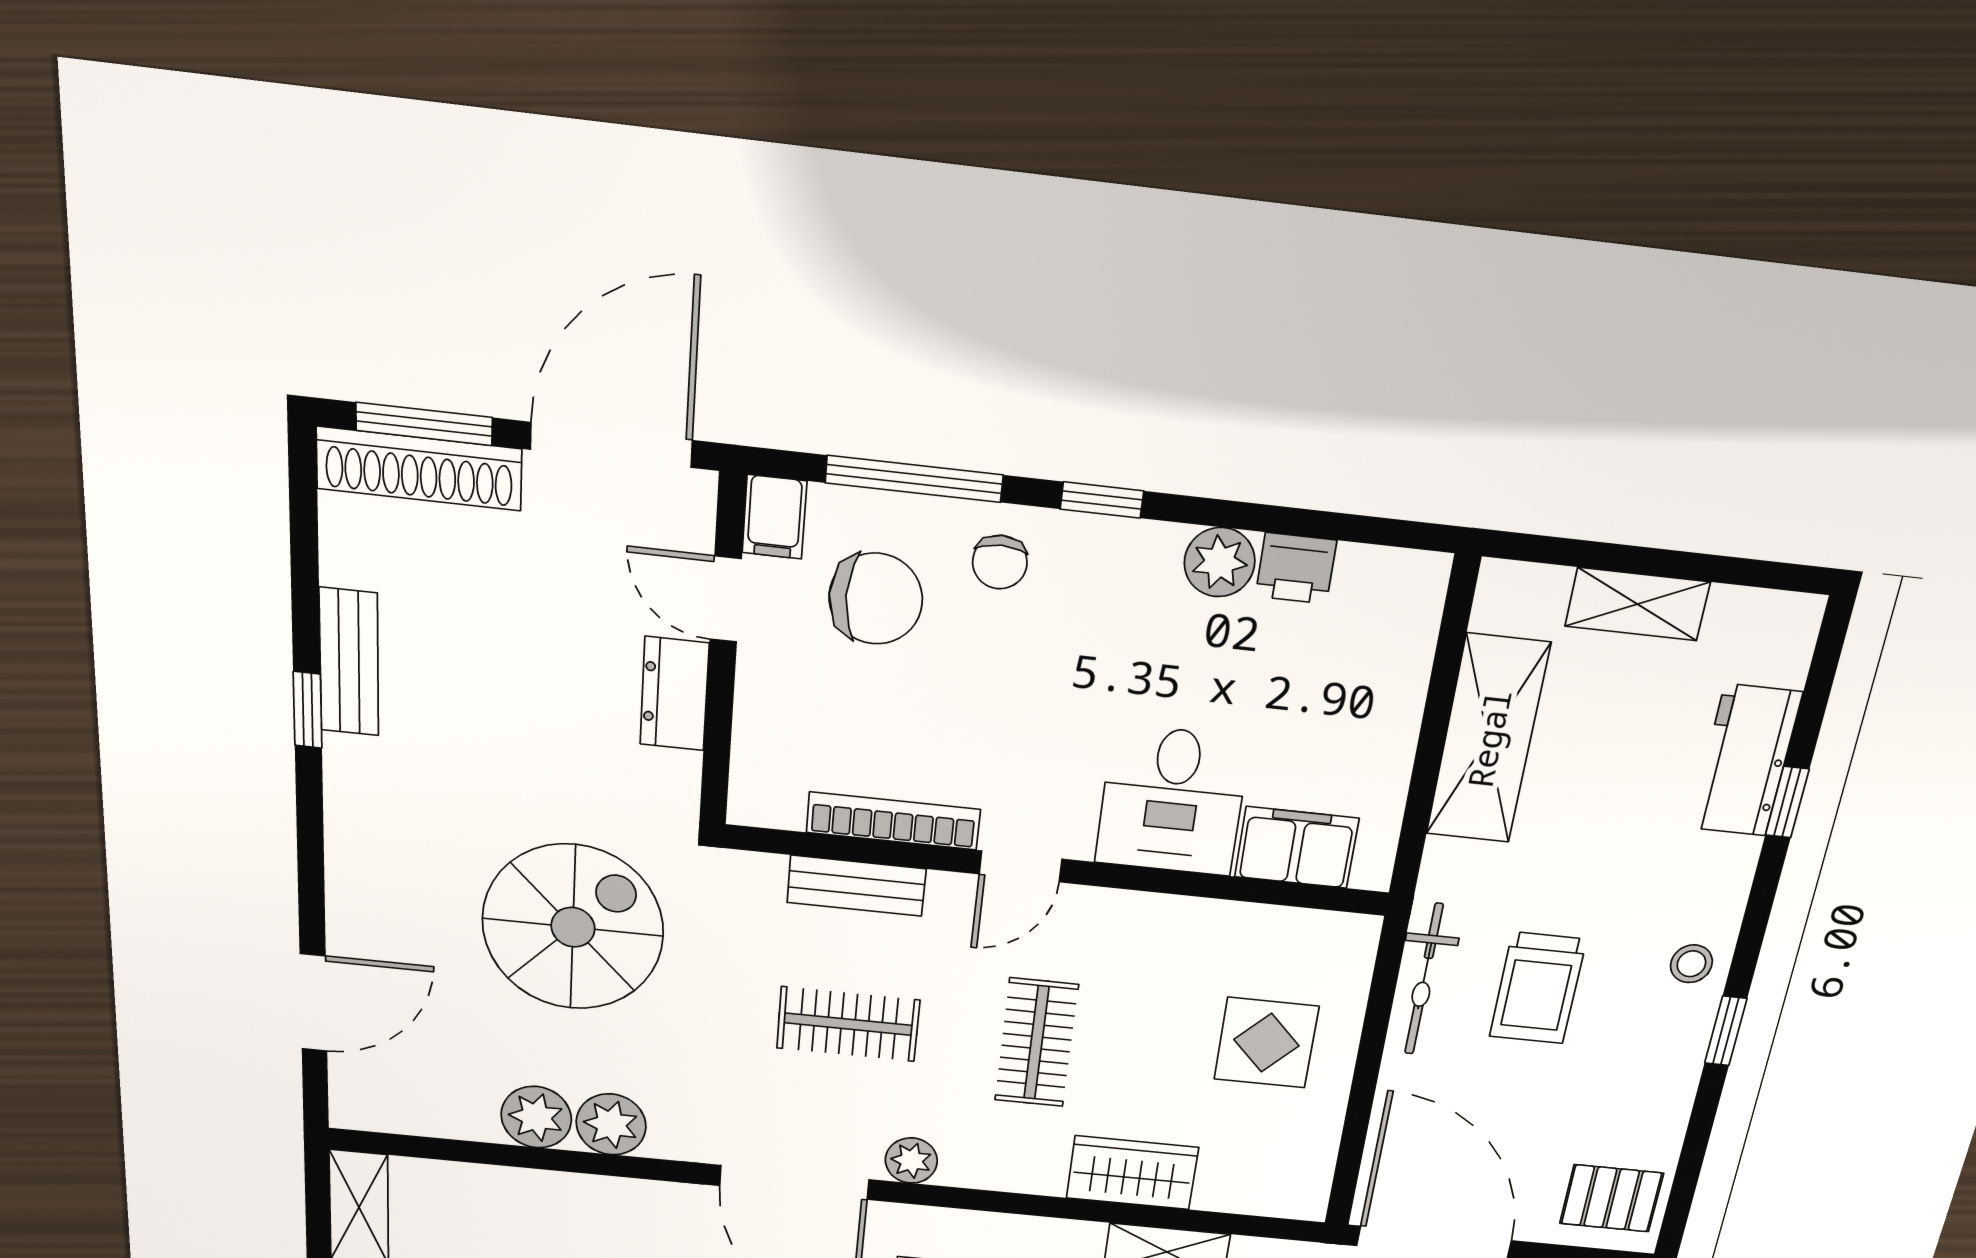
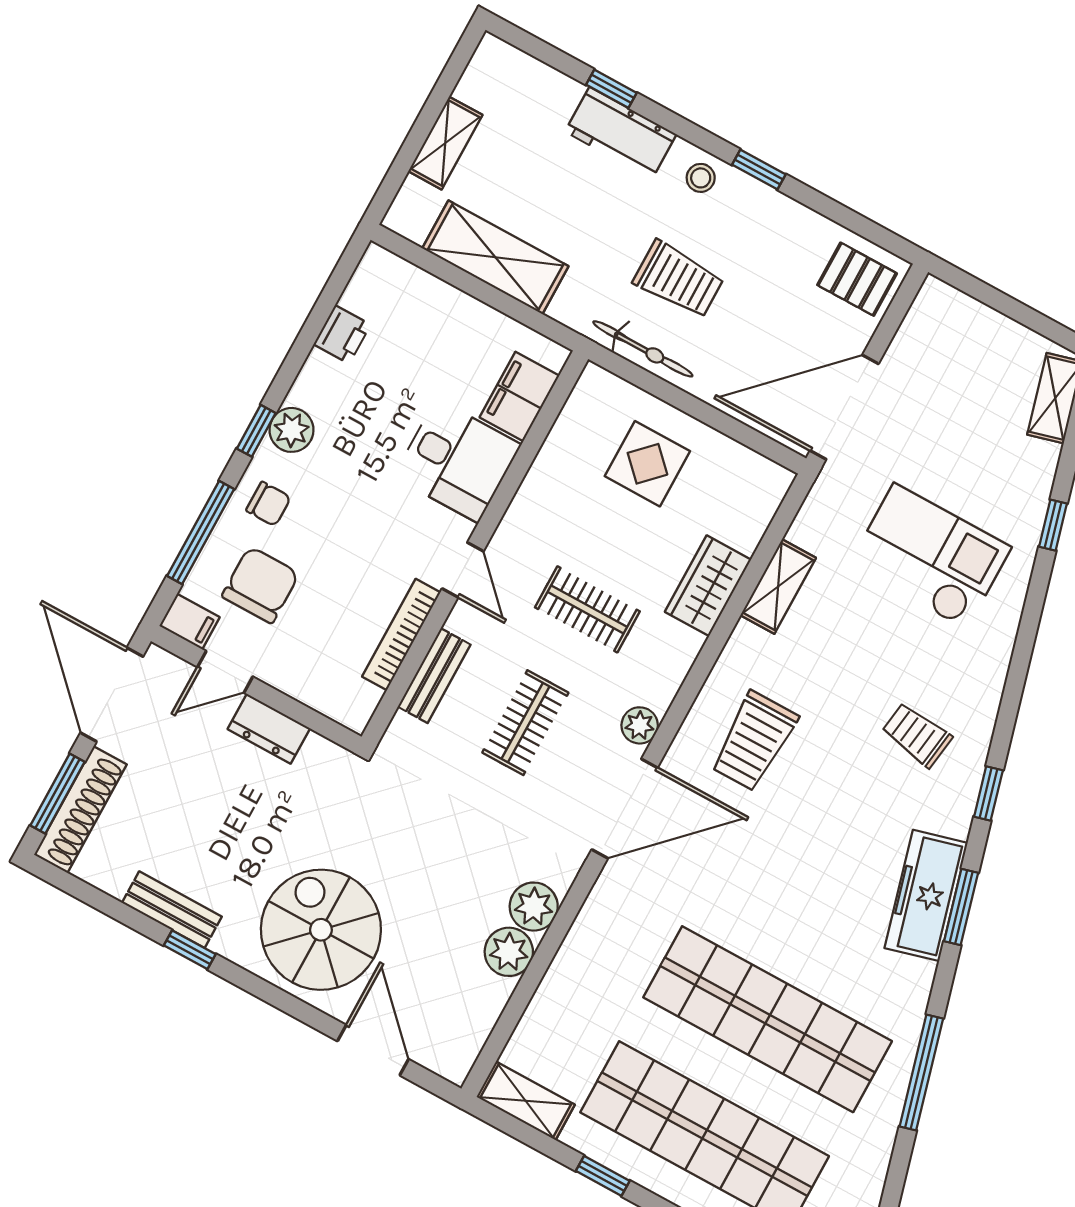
plant: (1220, 562) -> (292, 430), moved
workbench: (1745, 760) -> (621, 133), moved
spiral stairs: (573, 927) -> (321, 930), moved
pallet: (1612, 1198) -> (857, 279), turned 90

